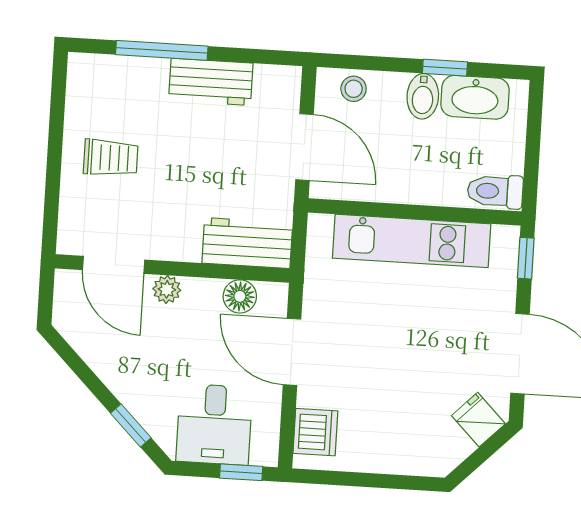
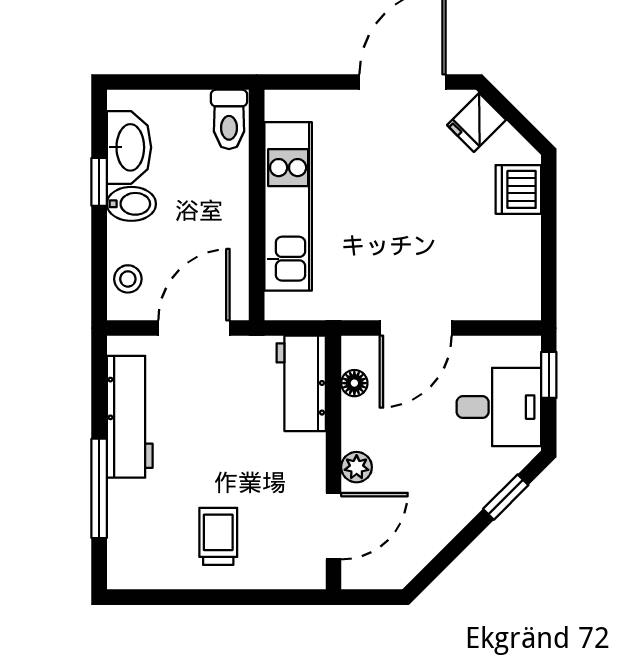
workbench: (211, 82) -> (130, 417), width x1.38
window: (526, 258) -> (299, 82), removed
floor lamp: (240, 296) -> (354, 383), width x0.73, depth x0.73
dishwasher: (315, 432) -> (518, 189), moved, turned -90

